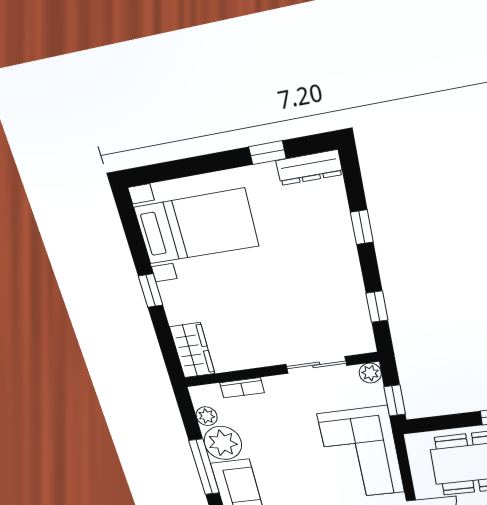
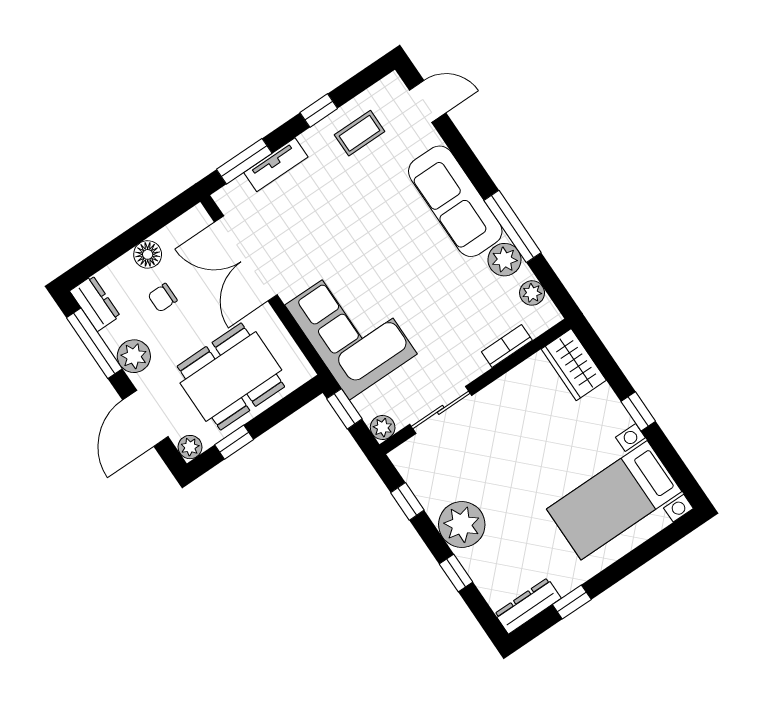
plant: (338, 266) -> (462, 524), added
plant: (223, 443) -> (504, 260), width x0.73, depth x0.73

